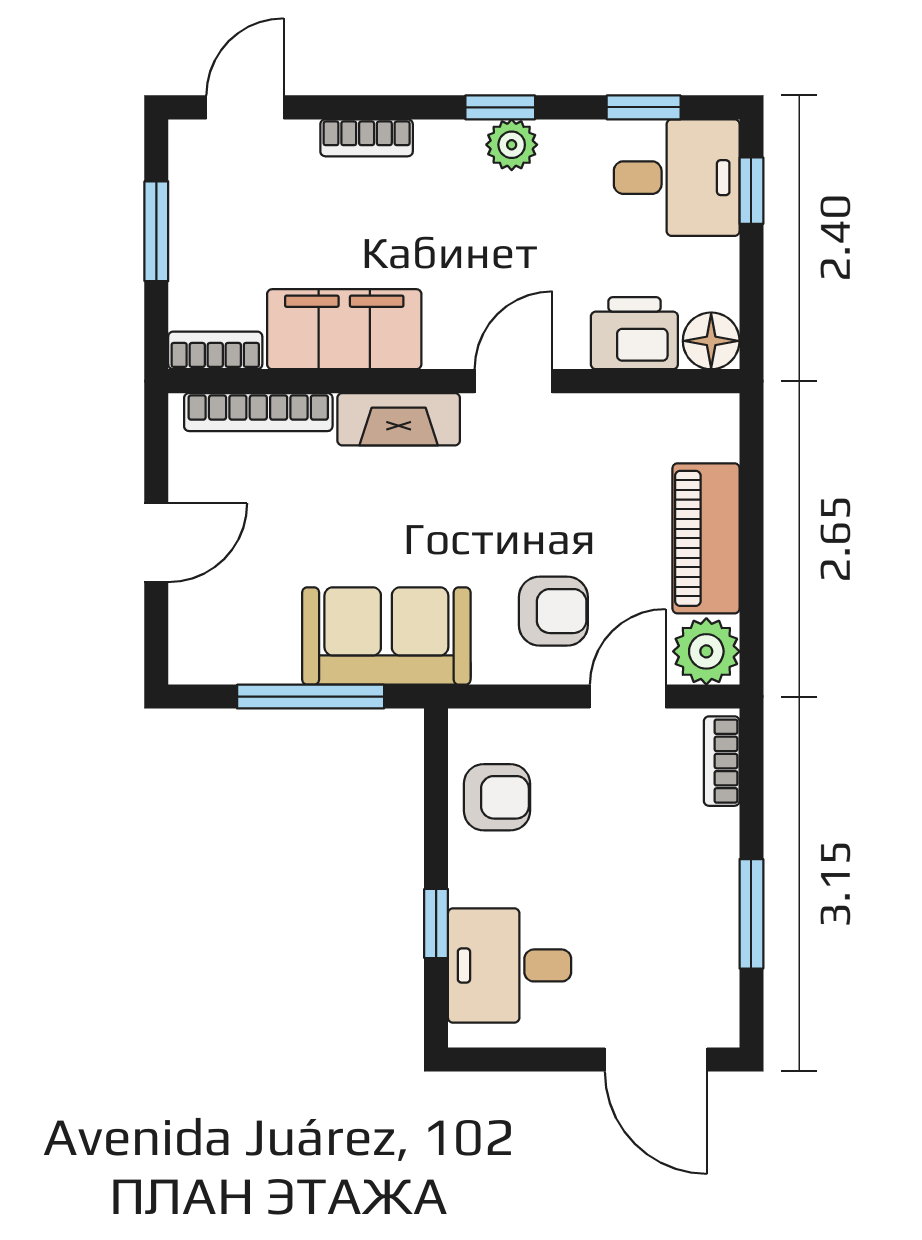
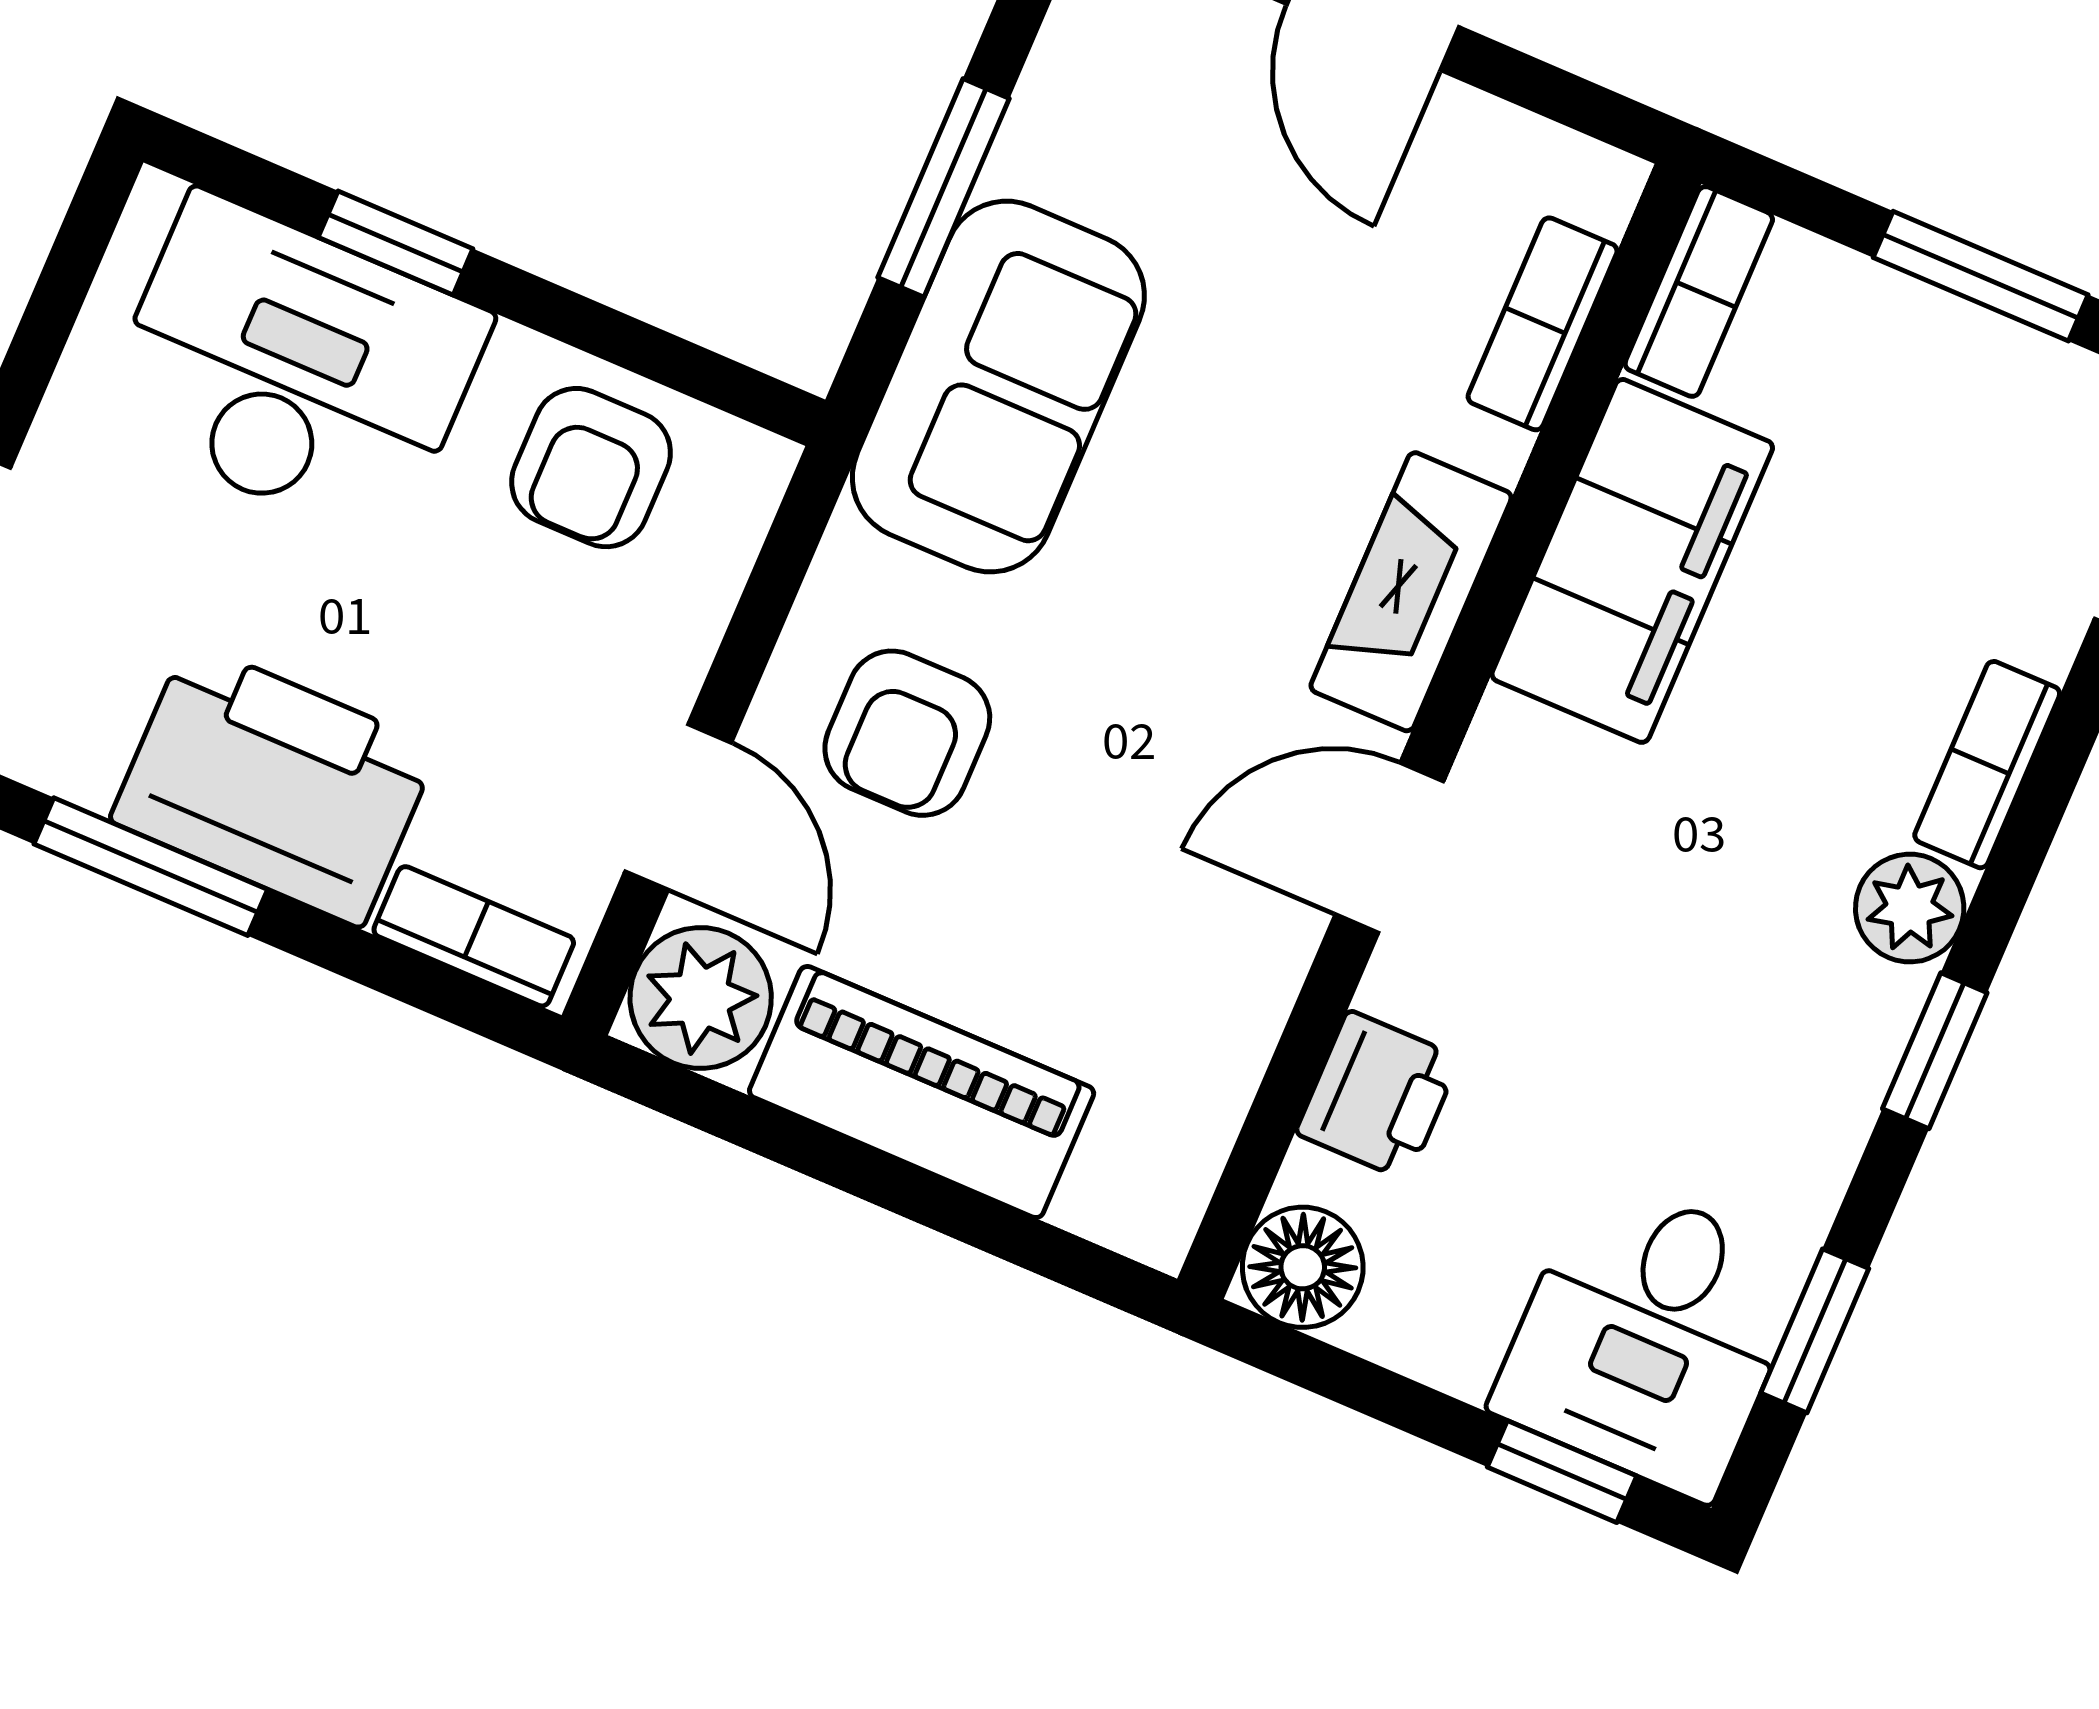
plant: (512, 145) -> (1910, 908), moved
printer: (634, 333) -> (1378, 1095), width x0.73, depth x0.81
door: (514, 381) -> (1389, 848), swing flipped
bookcase: (258, 412) -> (1543, 324), width x0.64
window: (311, 697) -> (944, 188), width x0.69
printer: (693, 876) -> (274, 784), added
desk: (510, 965) -> (294, 369), width x1.37

